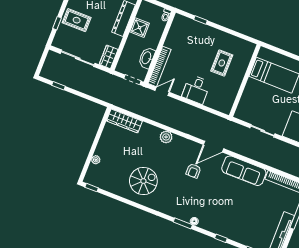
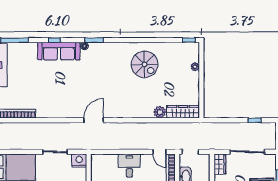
door: (162, 91) -> (159, 152), hinge flipped
nightstand: (243, 113) -> (79, 161), added
plant: (166, 137) -> (160, 112), moved
armchair: (193, 171) -> (103, 91), removed
sofa: (244, 171) -> (59, 51), moved, turned 180
spiral stairs: (143, 181) -> (145, 64), turned -90

